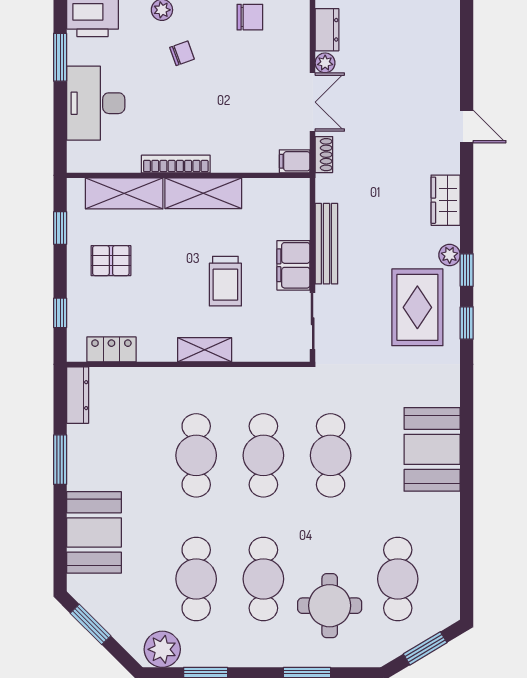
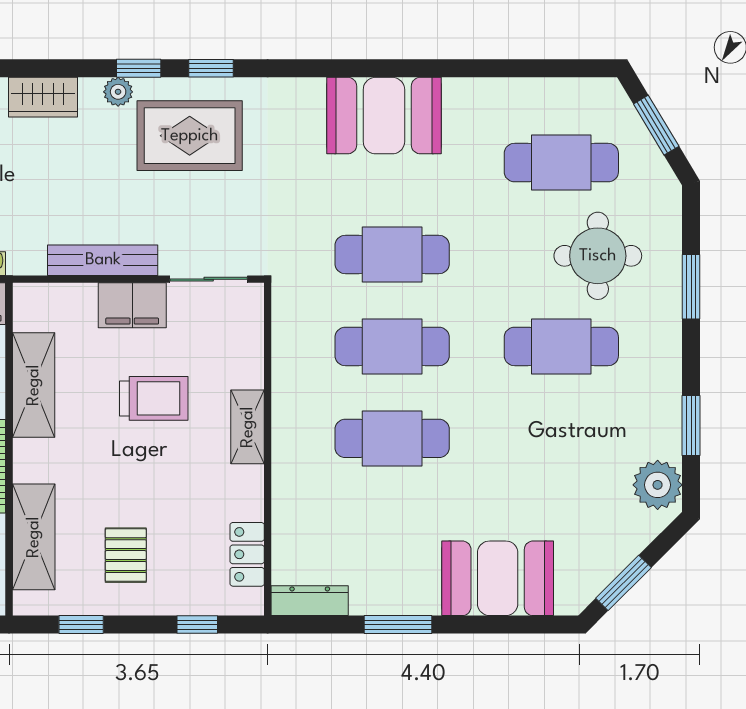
shelving: (203, 193) -> (34, 385), moved
cafe table: (196, 579) -> (561, 438), removed

